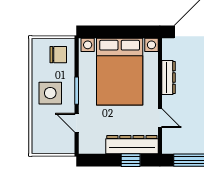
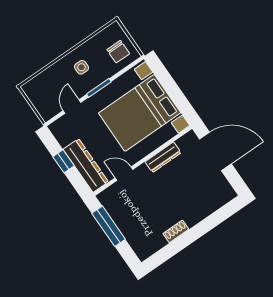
side table: (50, 93) -> (81, 67), width x0.54, depth x0.54
door: (160, 118) -> (124, 174), swing flipped
window: (131, 160) -> (64, 161), moved

